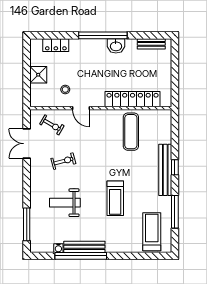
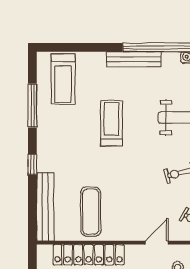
door: (81, 108) -> (157, 243), hinge flipped
bench: (165, 170) -> (45, 207), moved
bench: (84, 247) -> (134, 59), moved

